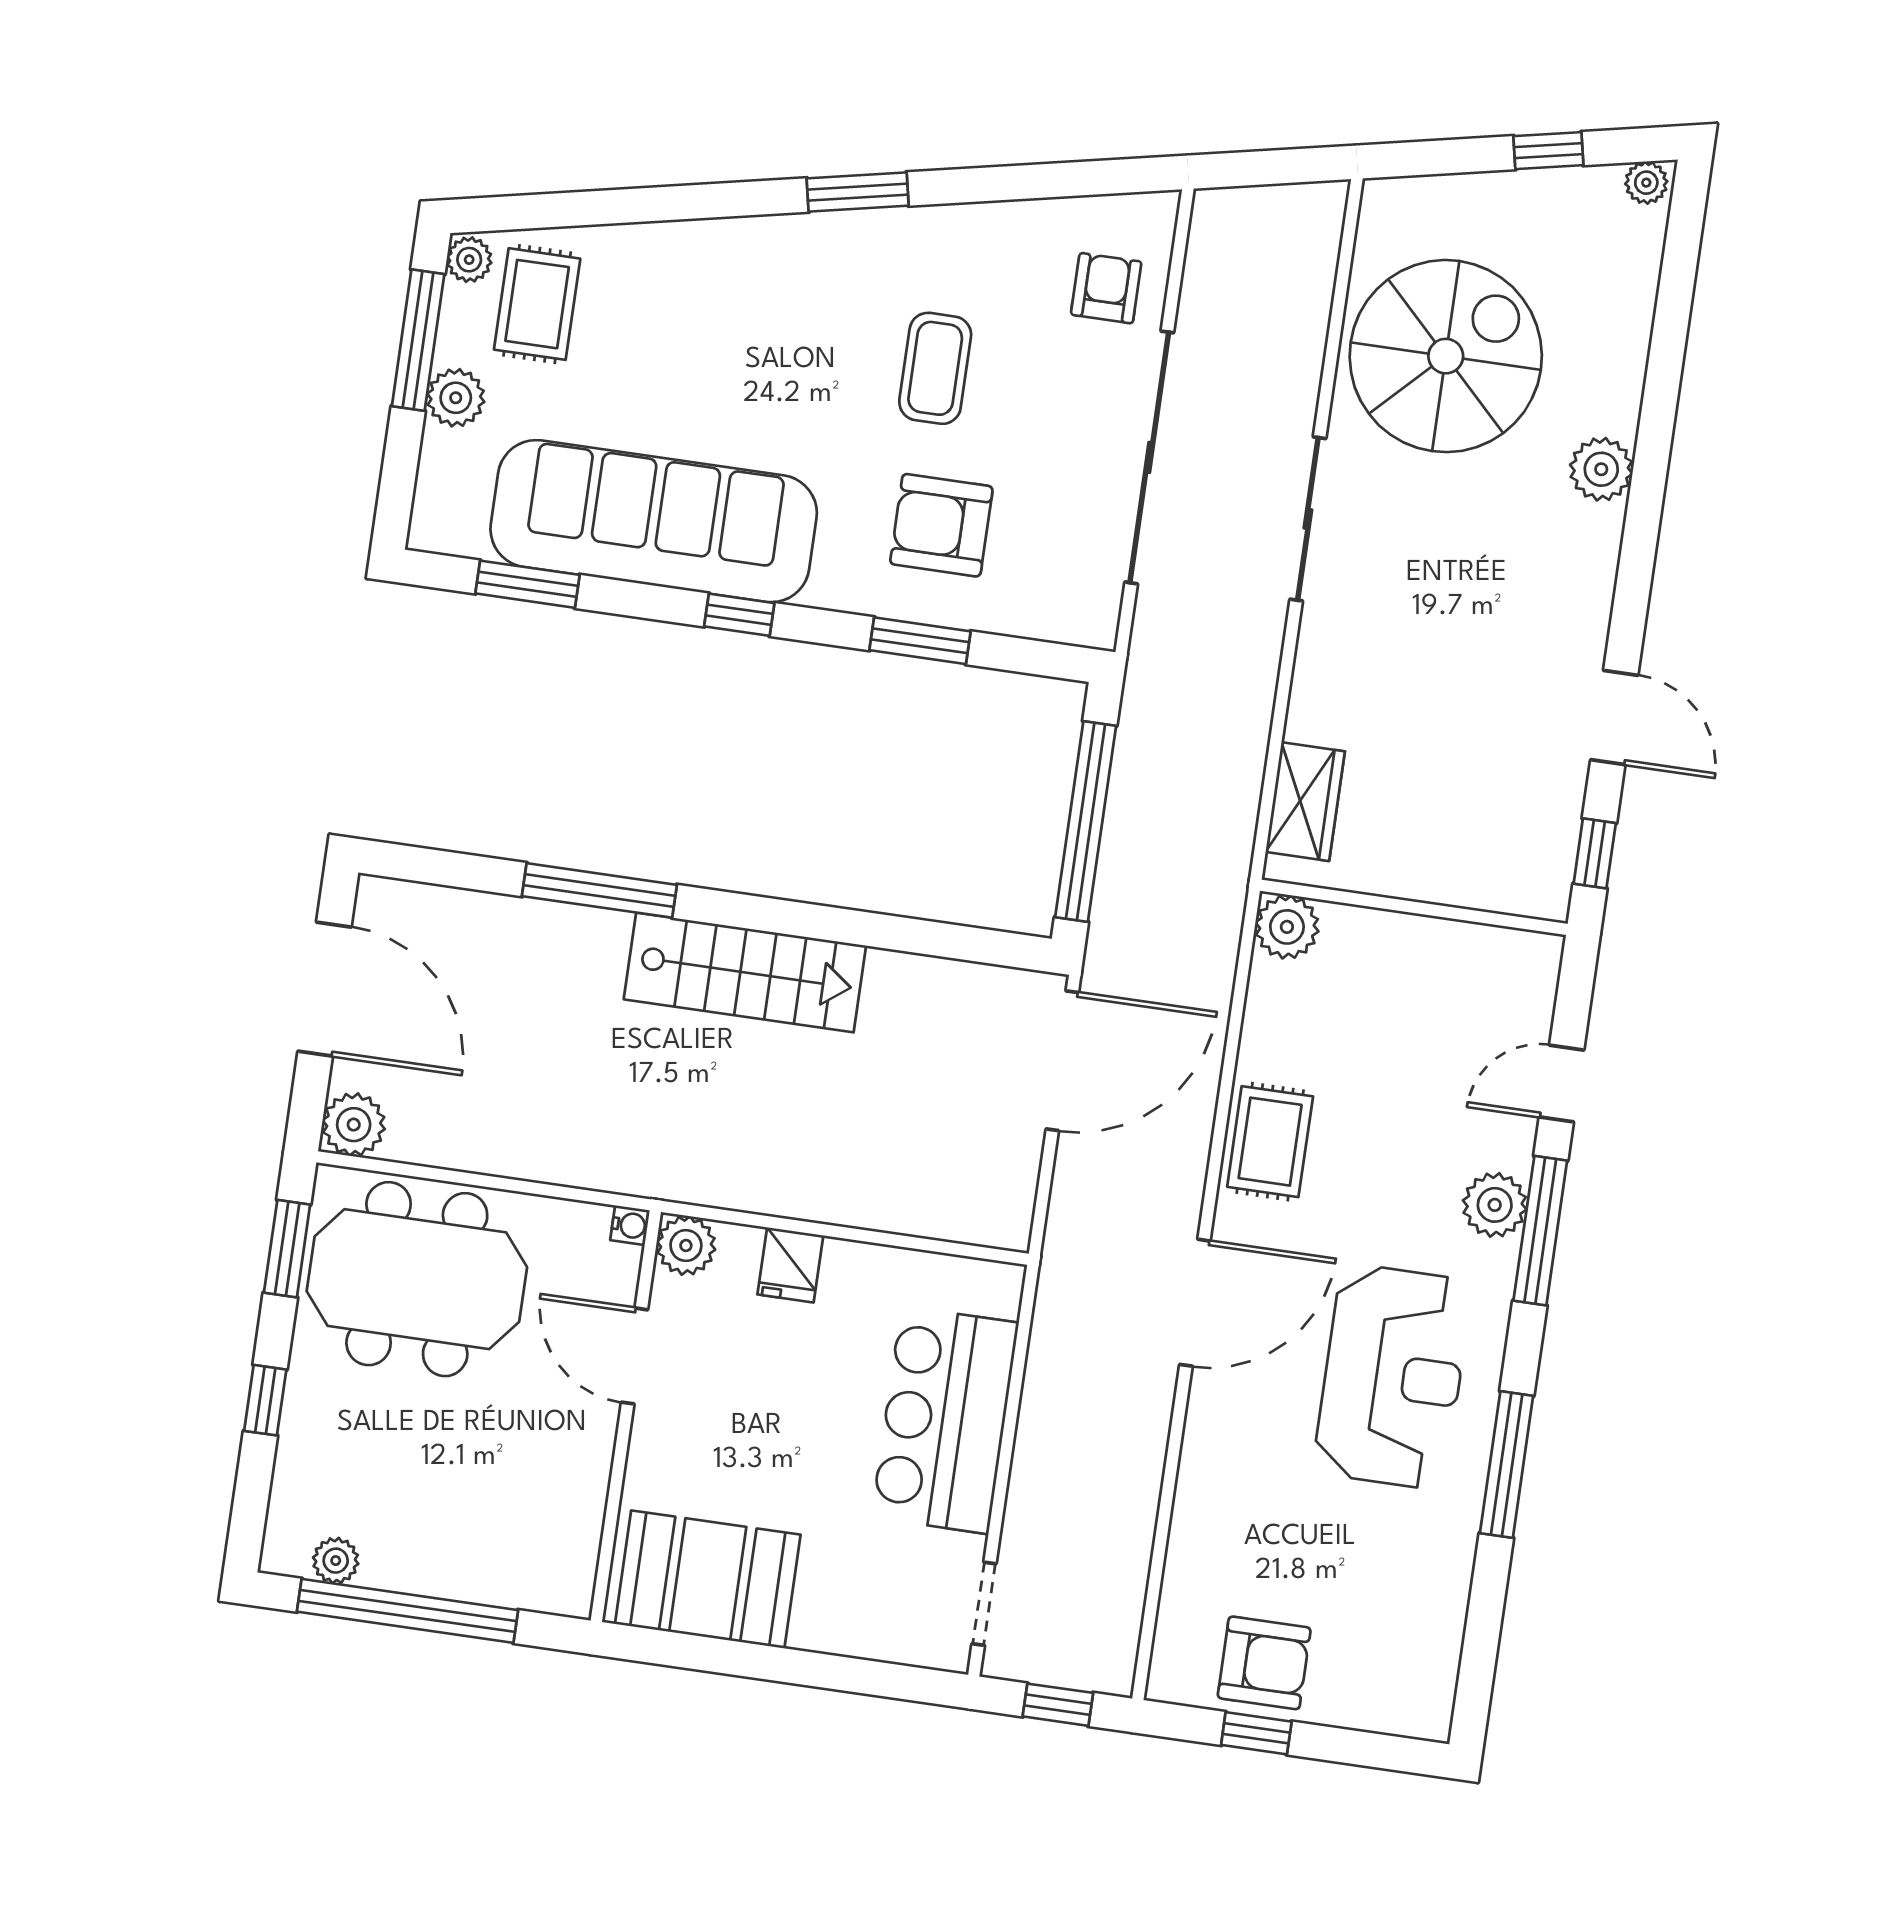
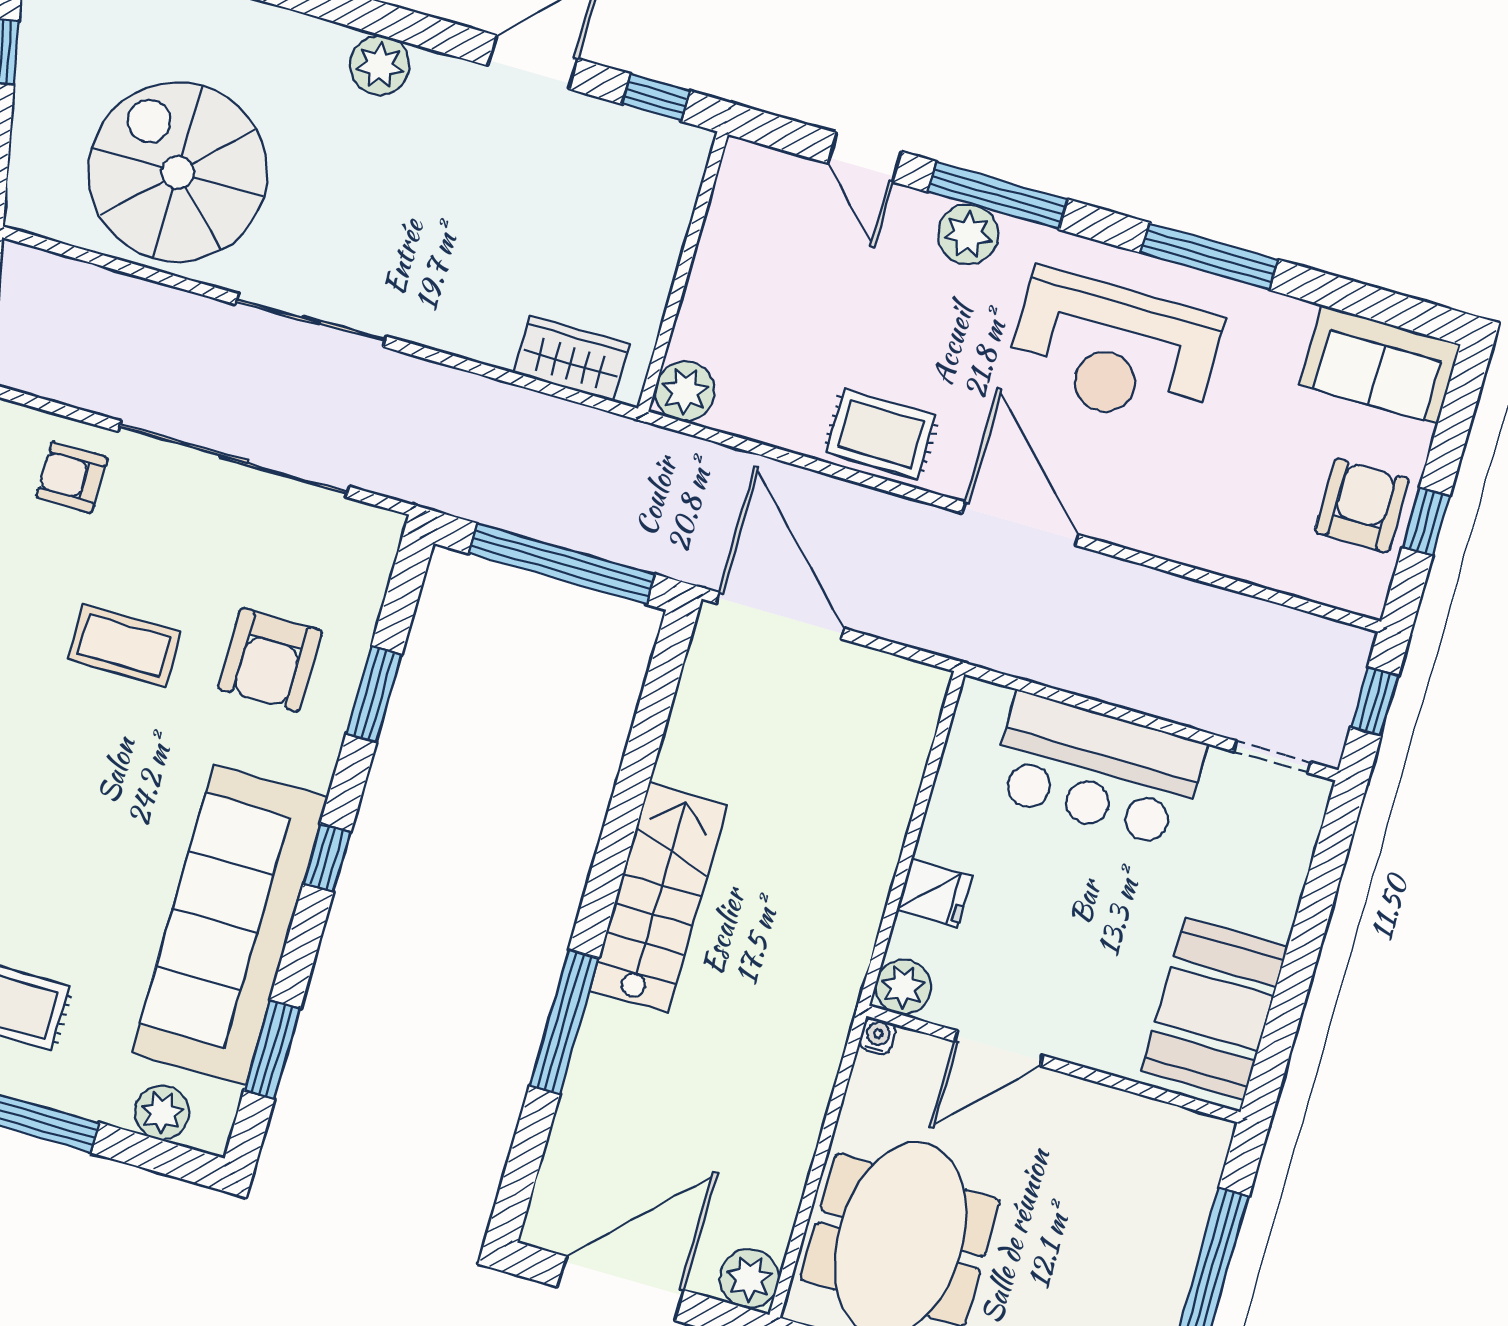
plant: (456, 398) -> (162, 1113), moved
plant: (1601, 469) -> (380, 65), moved
reception desk: (1393, 1377) -> (1114, 350), turned 180
sofa: (1416, 1661) -> (1380, 365), added

